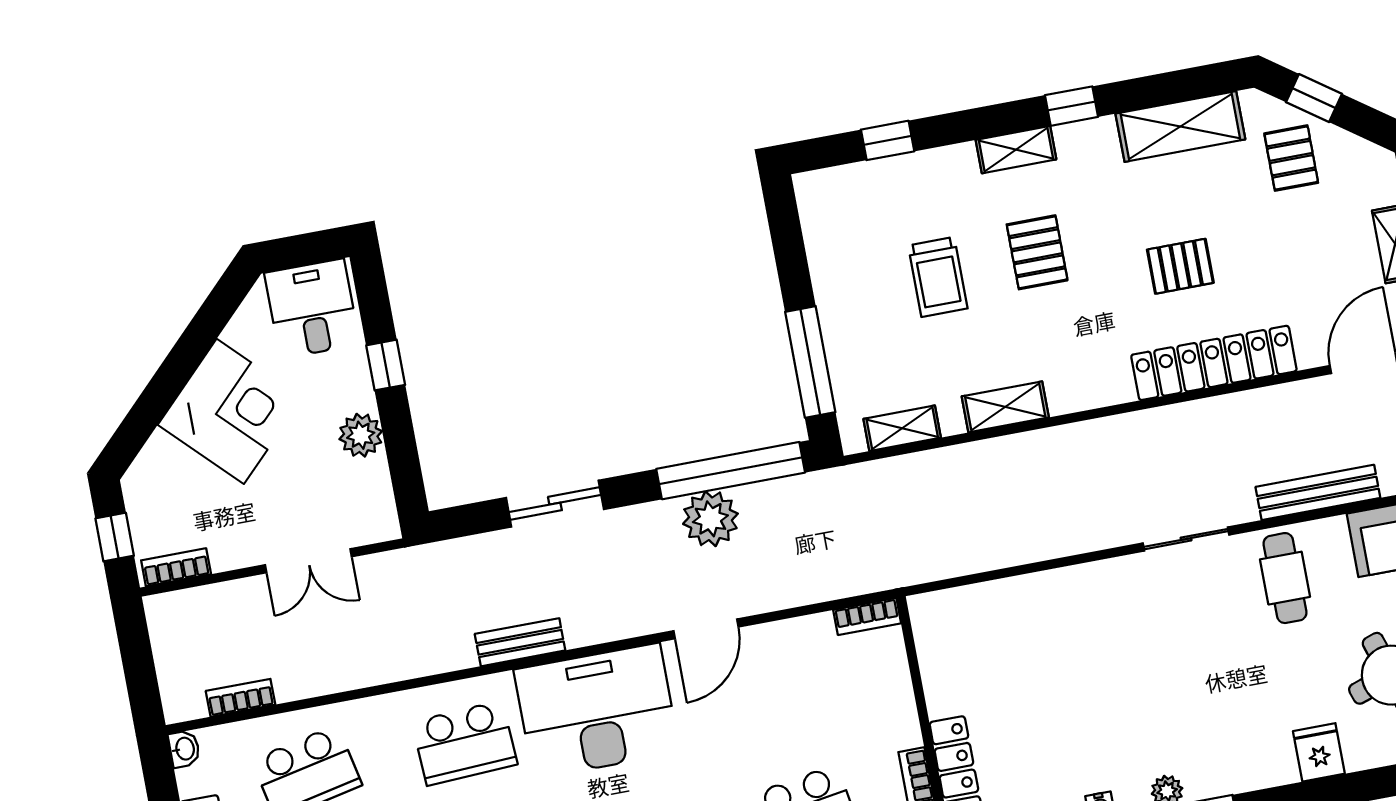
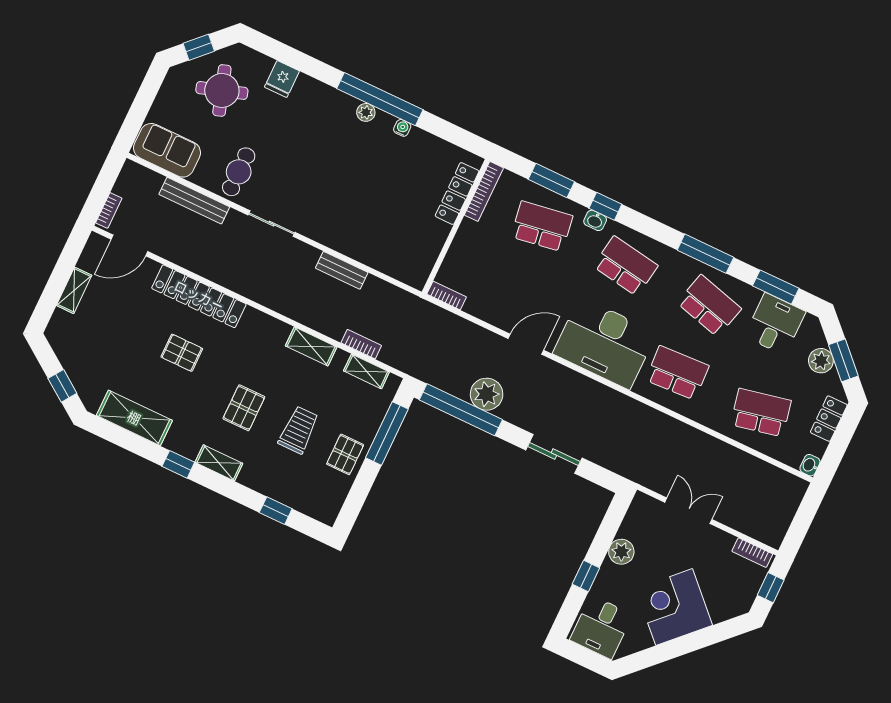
pallet: (1291, 158) -> (345, 454), moved
bench: (520, 642) -> (342, 270), moved
bookcase: (241, 698) -> (361, 344), moved, turned 180

